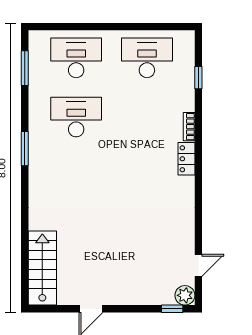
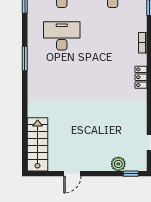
locker: (186, 159) -> (141, 77), moved
plant: (185, 295) -> (118, 164), moved

